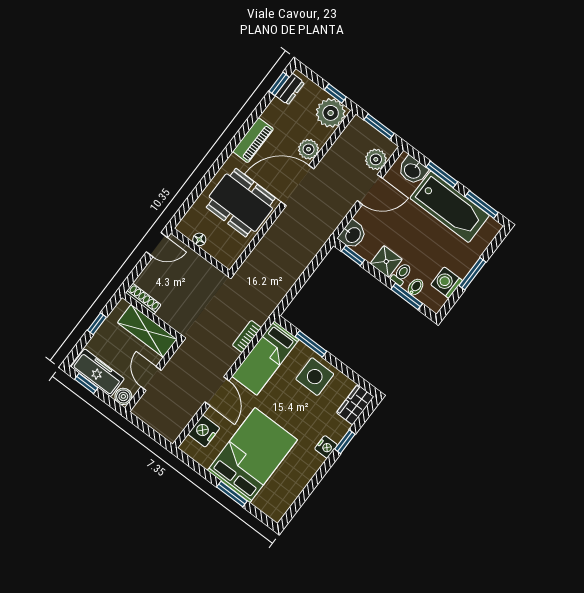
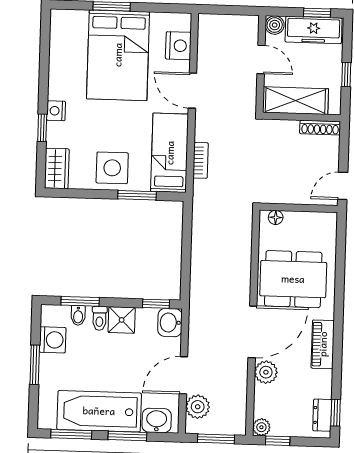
plant: (331, 113) -> (261, 427), width x0.53, depth x0.53
floor lamp: (199, 239) -> (276, 217), moved

